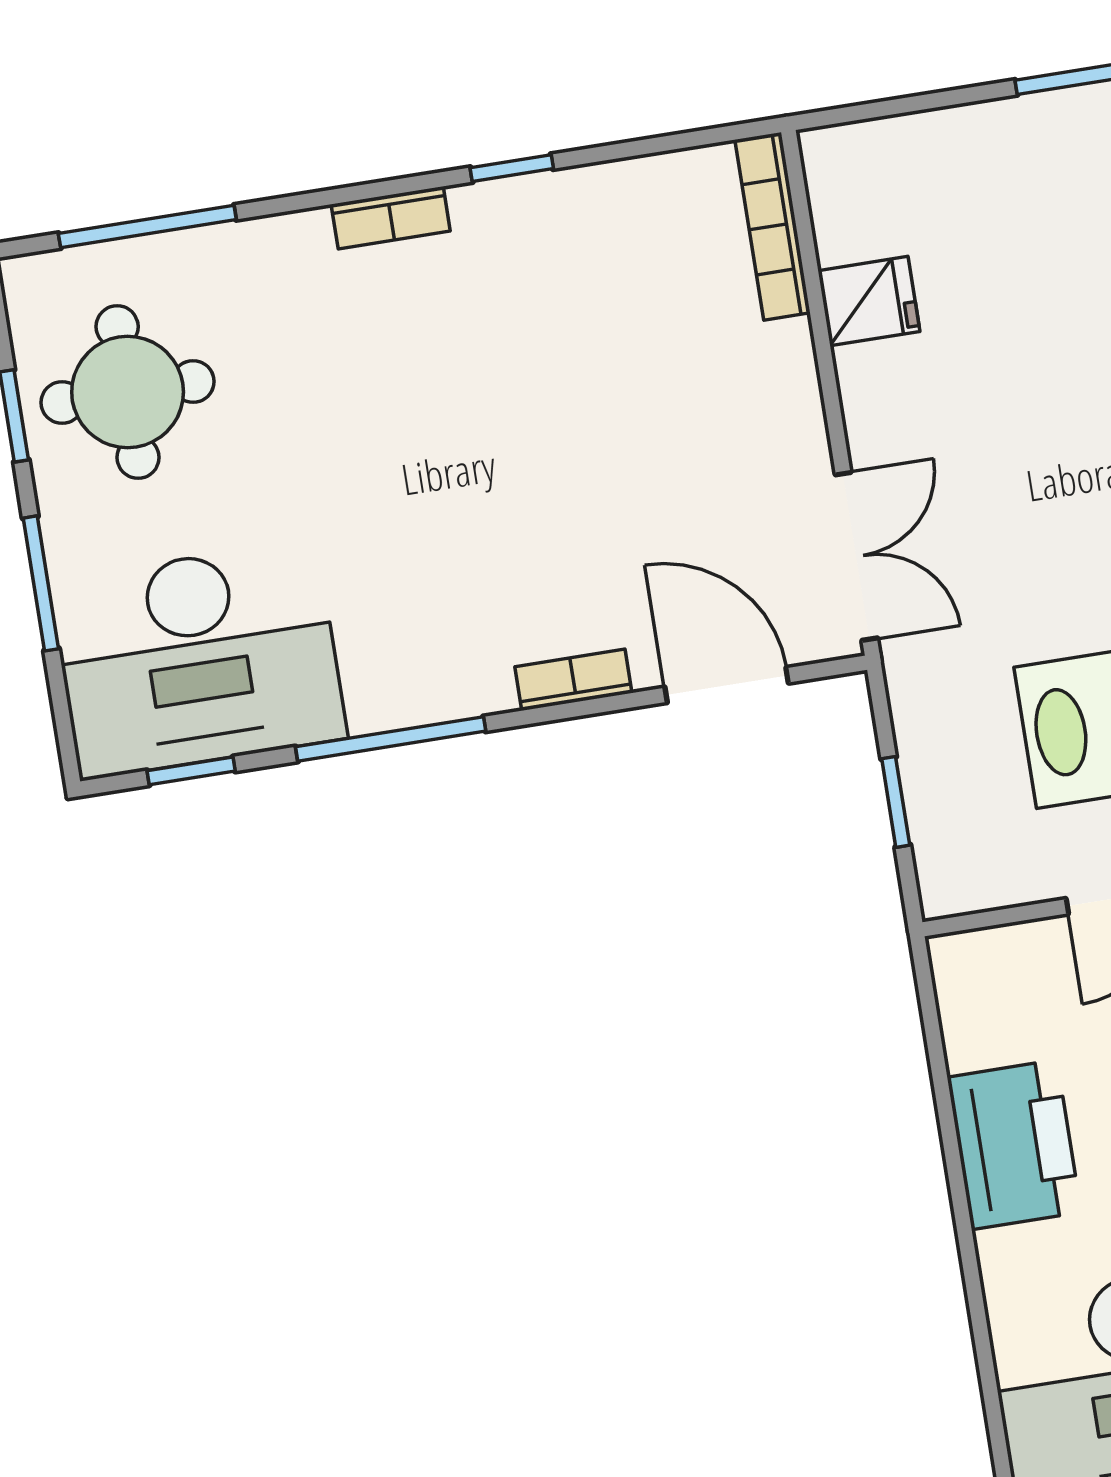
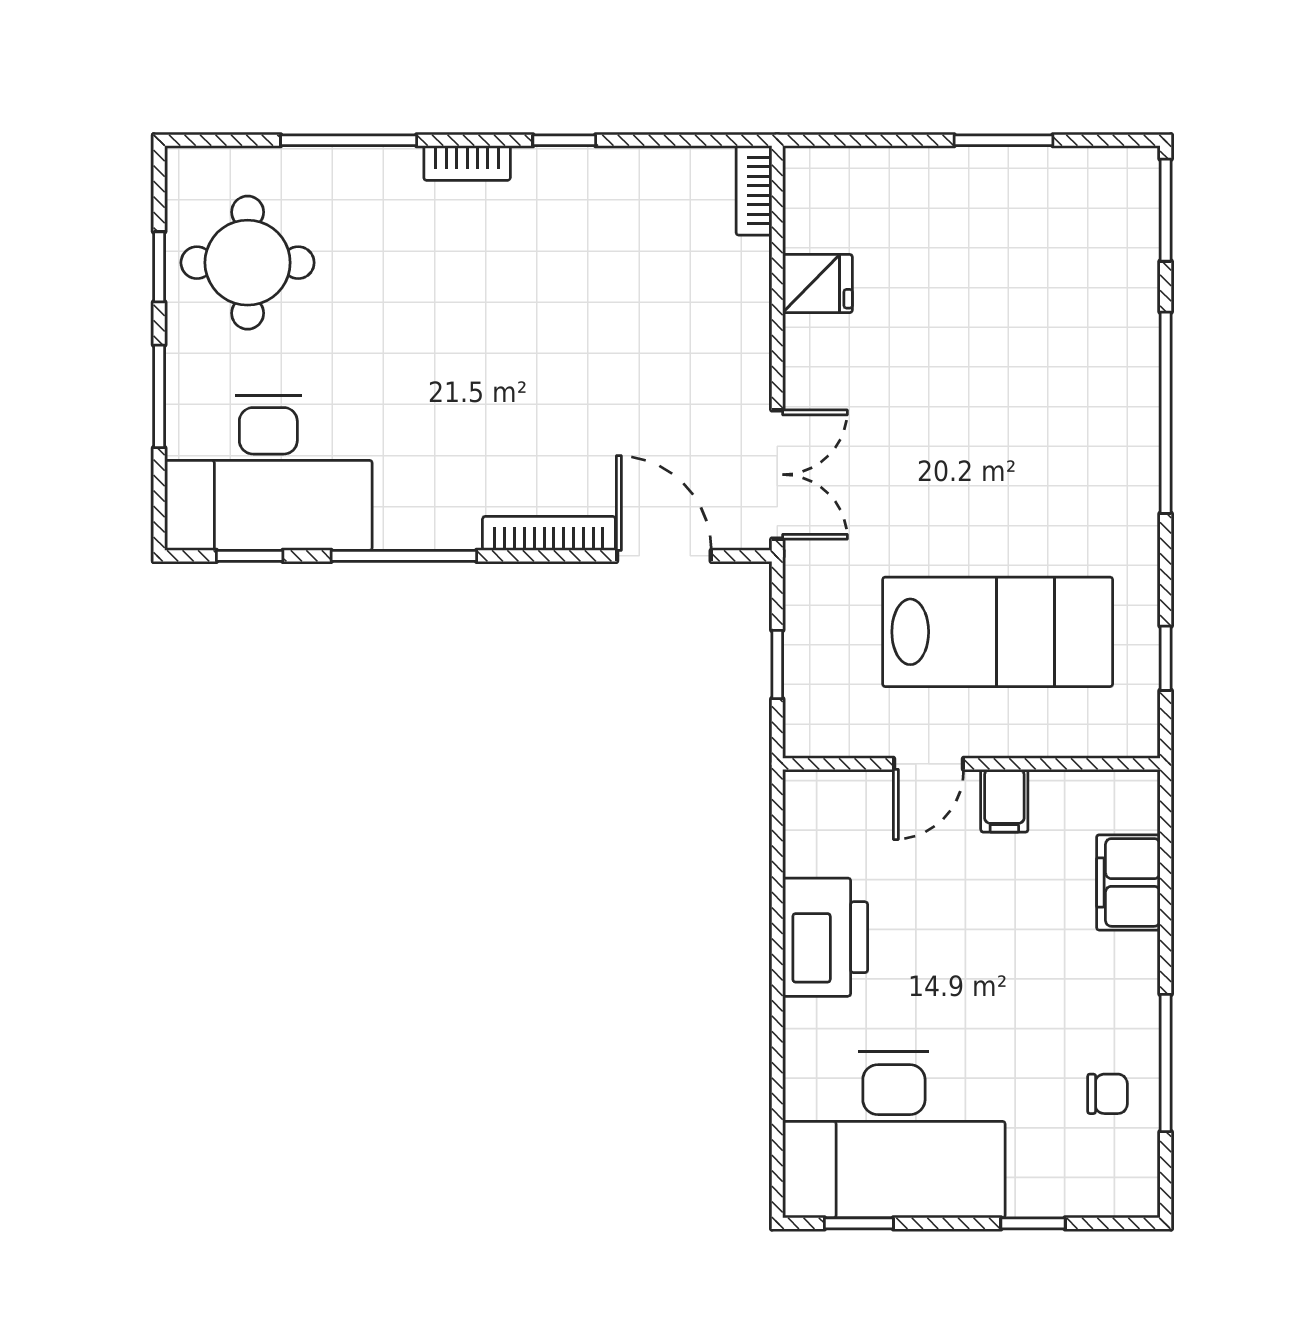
bookcase: (773, 226) -> (754, 190), width x0.64
window: (147, 227) -> (349, 140), moved
bookcase: (573, 680) -> (549, 533), width x1.56

